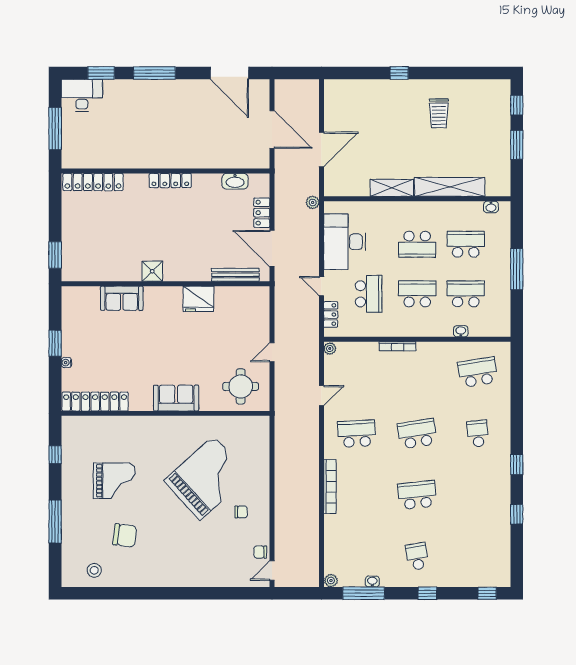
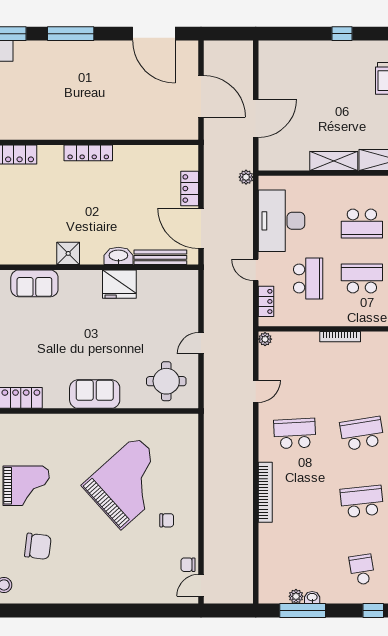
washbasin: (235, 181) -> (118, 256), moved, turned 180
plant: (331, 581) -> (296, 596), moved

